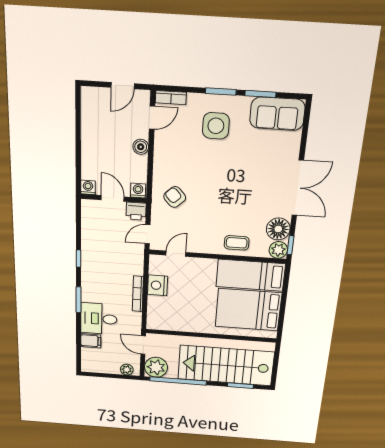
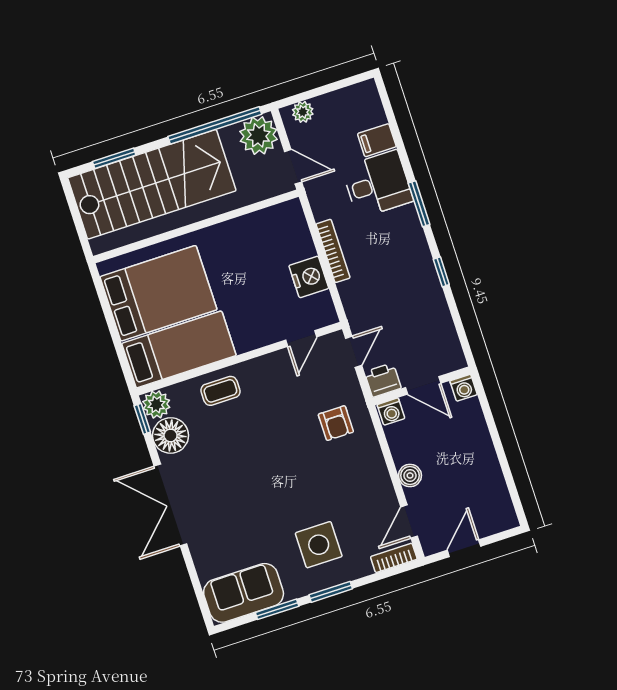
armchair: (175, 197) -> (336, 423), turned 43

